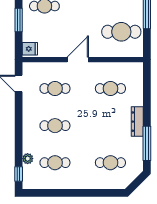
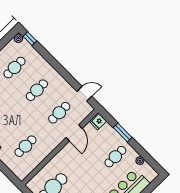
door: (78, 60) -> (74, 133), moved
plant: (28, 159) -> (18, 38), moved

